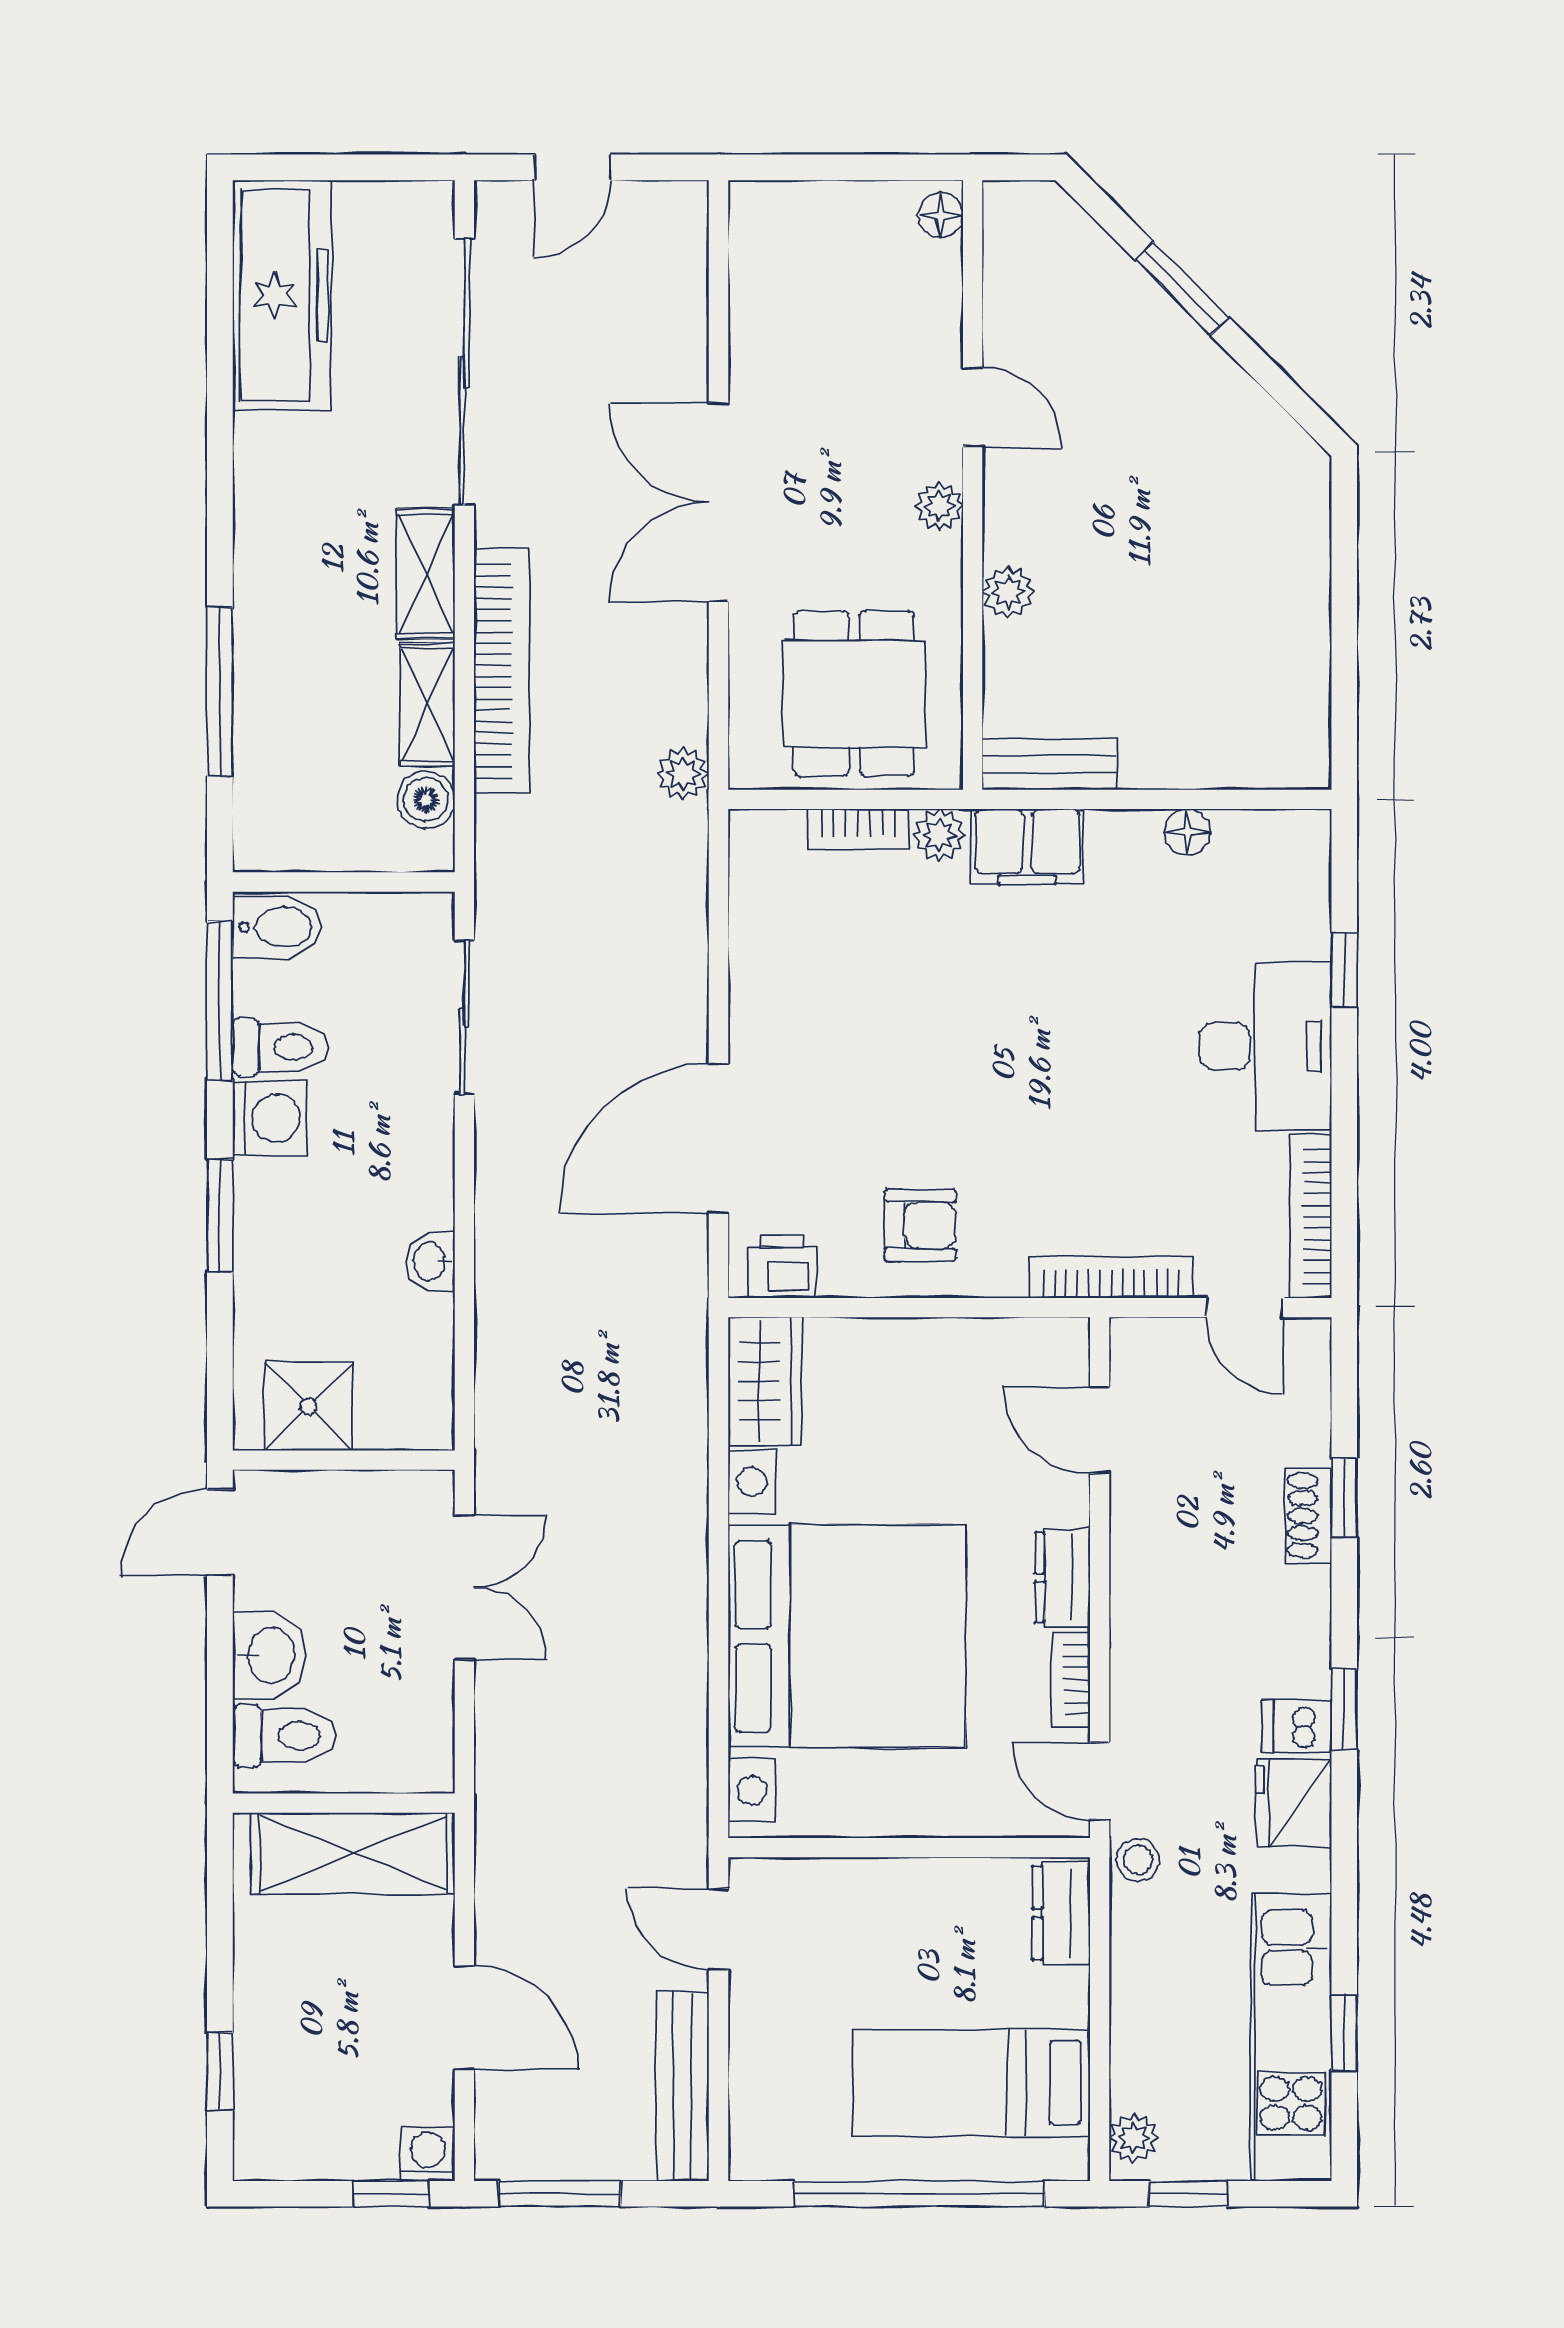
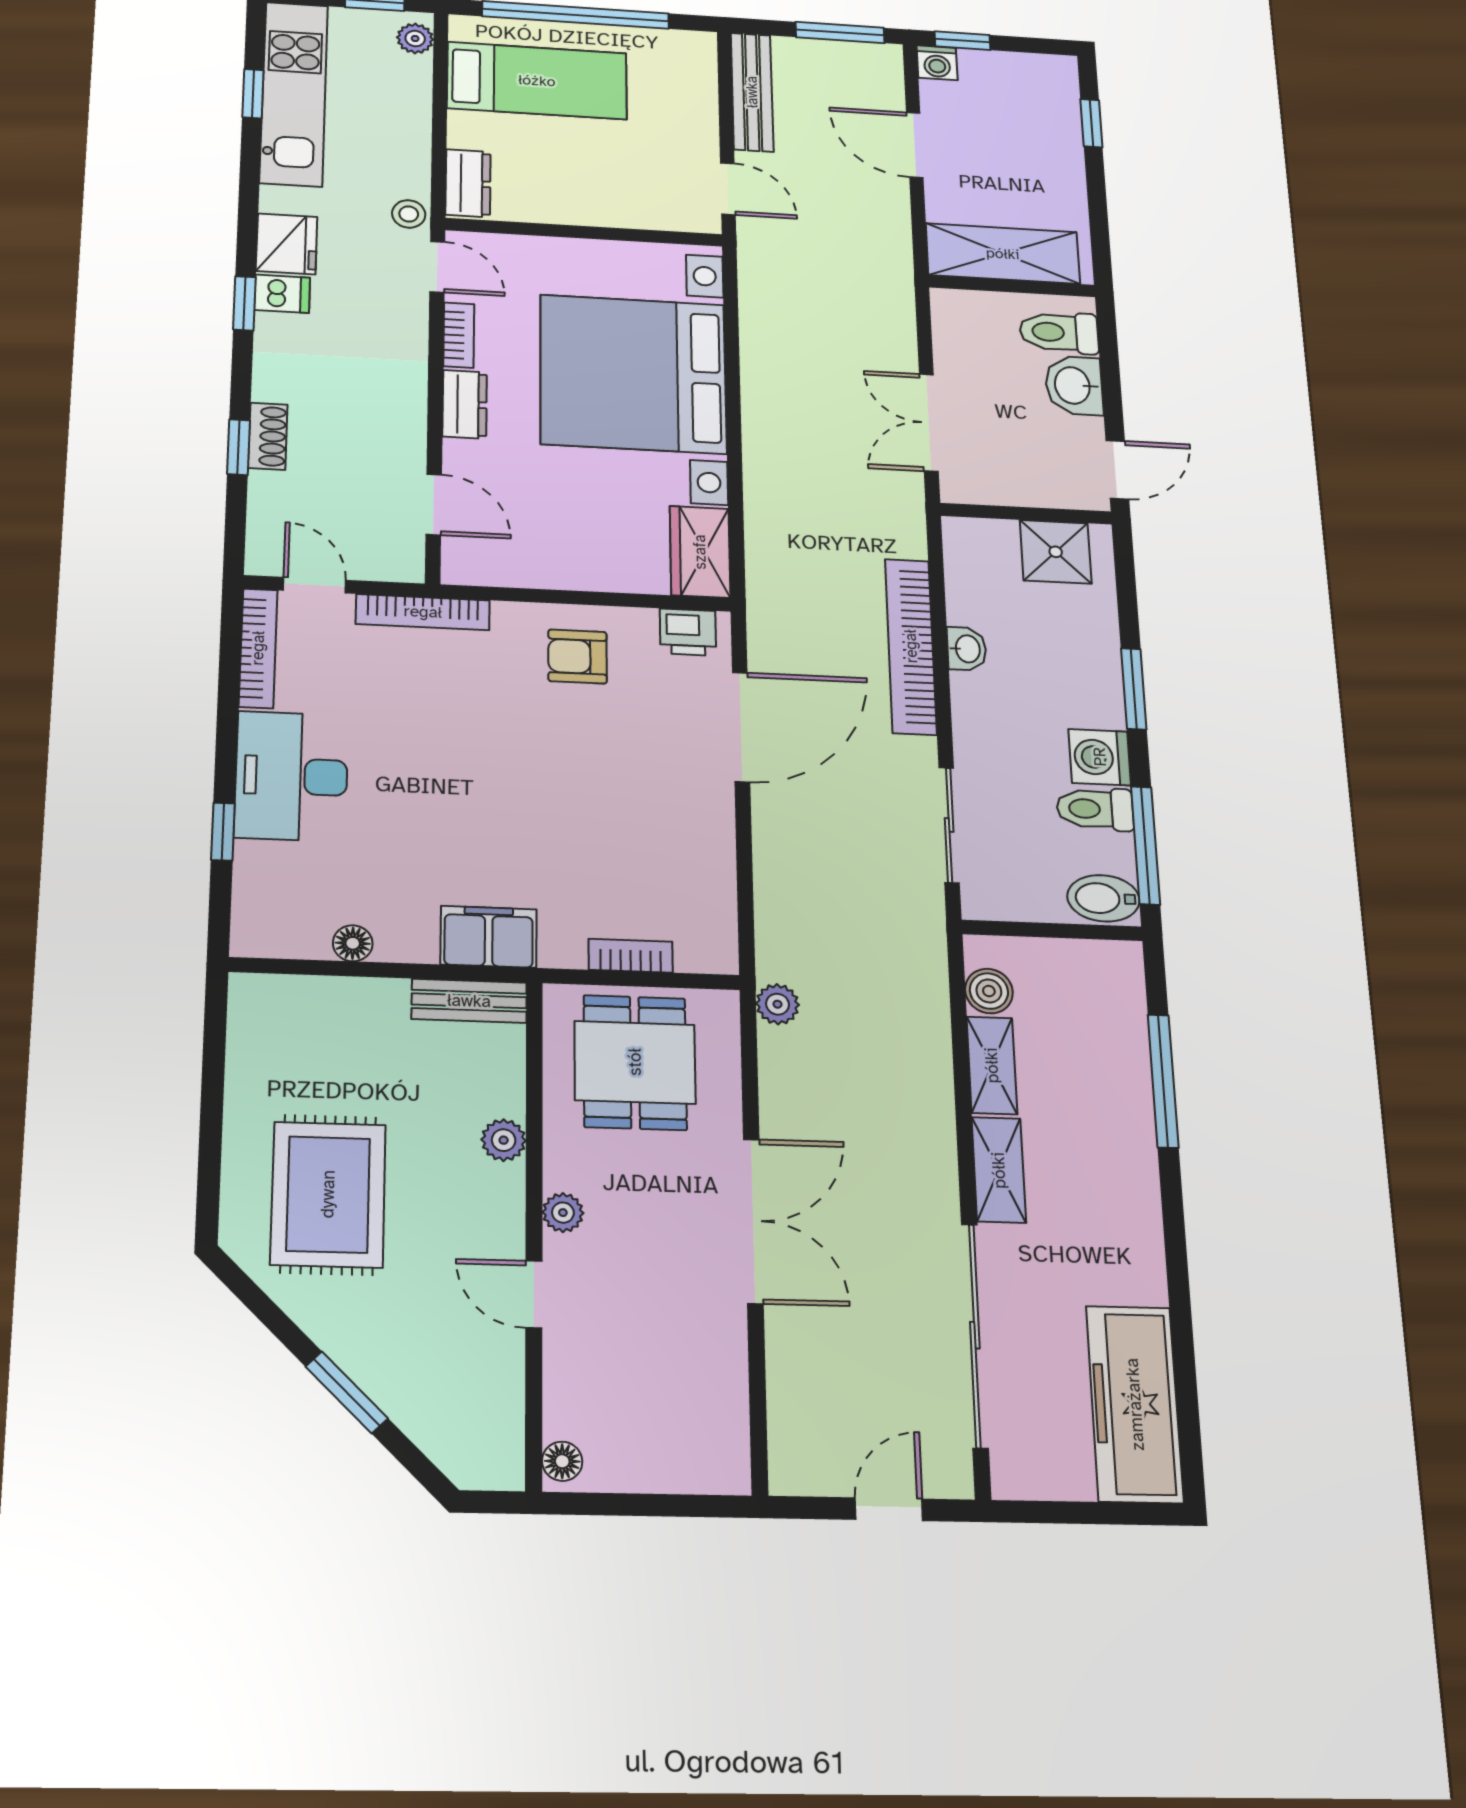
rug: (1208, 520) -> (328, 1194), added
bookcase: (502, 671) -> (911, 646), moved
plant: (939, 835) -> (563, 948), removed

